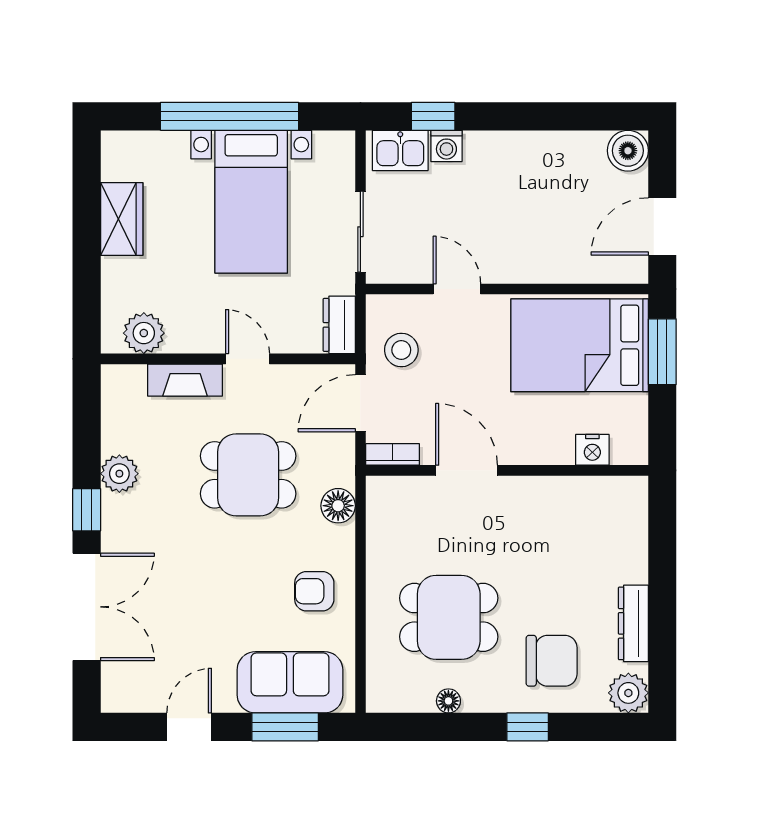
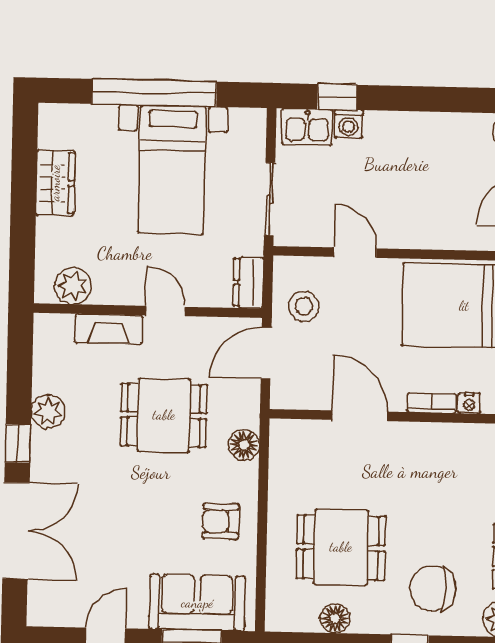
nightstand: (592, 450) -> (469, 403), width x0.72, depth x0.74
bookcase: (393, 454) -> (432, 403), moved
chair: (552, 661) -> (433, 589), turned 180
floor lamp: (448, 701) -> (335, 618), width x1.37, depth x1.37

